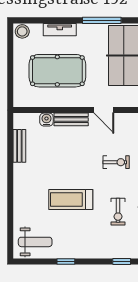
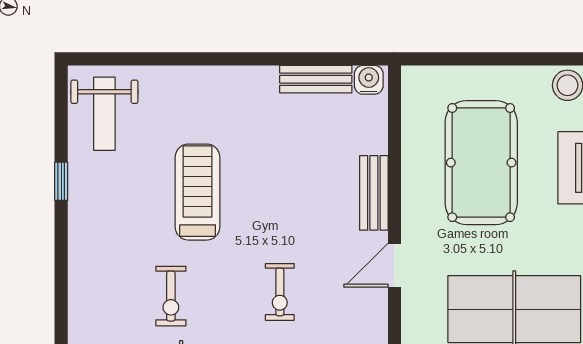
water cooler: (46, 120) -> (369, 80), moved, turned -90
exercise bike: (118, 212) -> (171, 296), turned -90
window: (122, 262) -> (61, 304), removed

